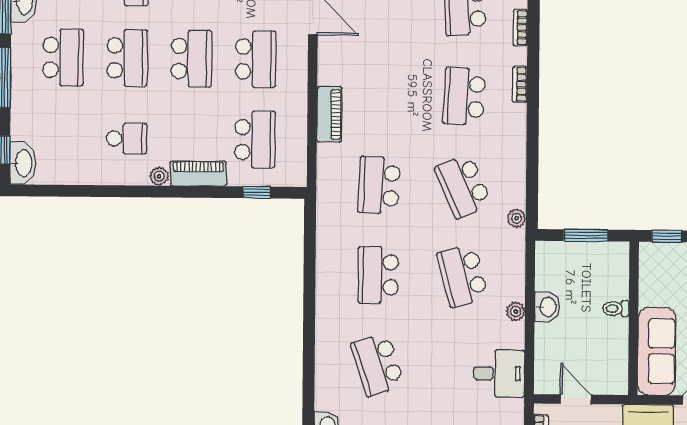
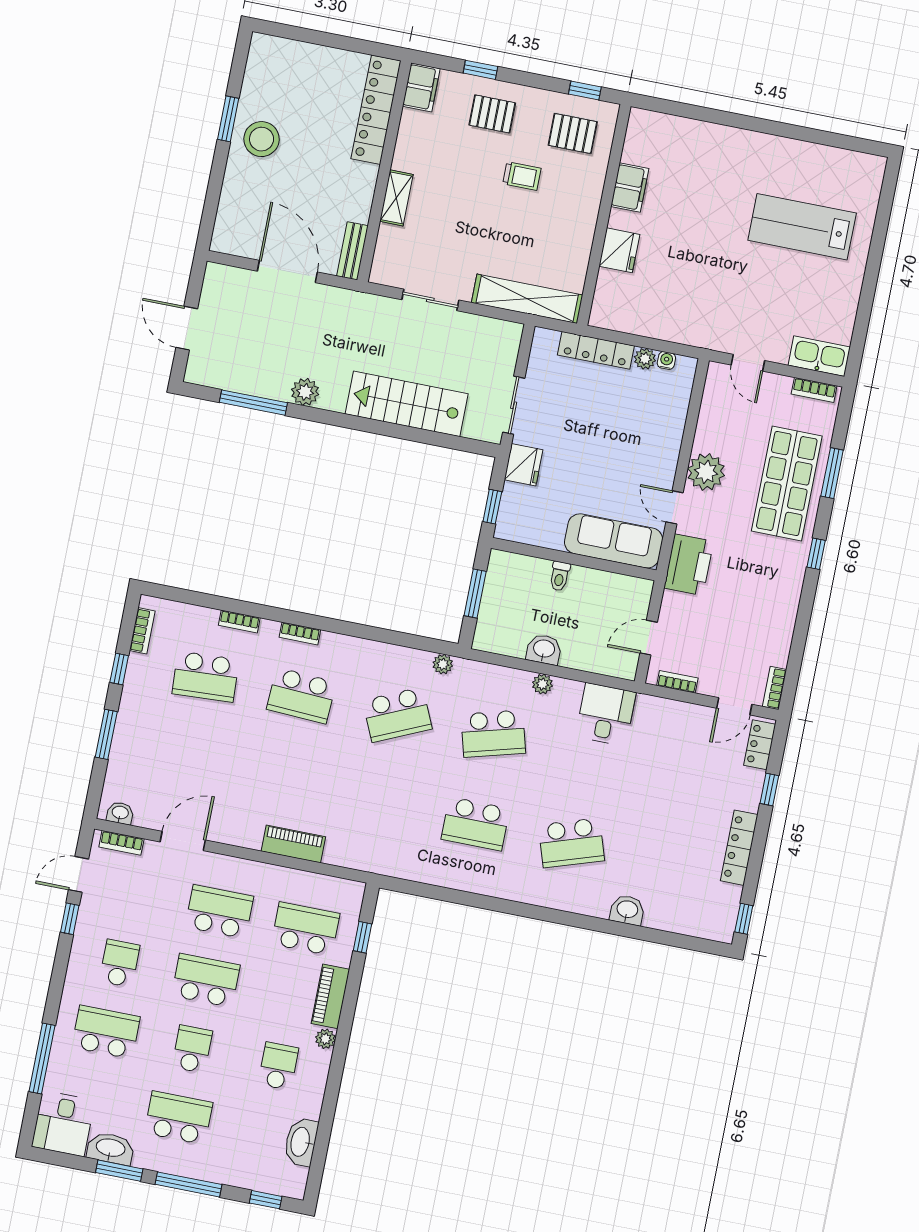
school desk: (127, 58) -> (192, 1049), width x0.54
washbasin: (23, 163) -> (301, 1142), moved, turned -90
school desk: (379, 185) -> (379, 805), removed

